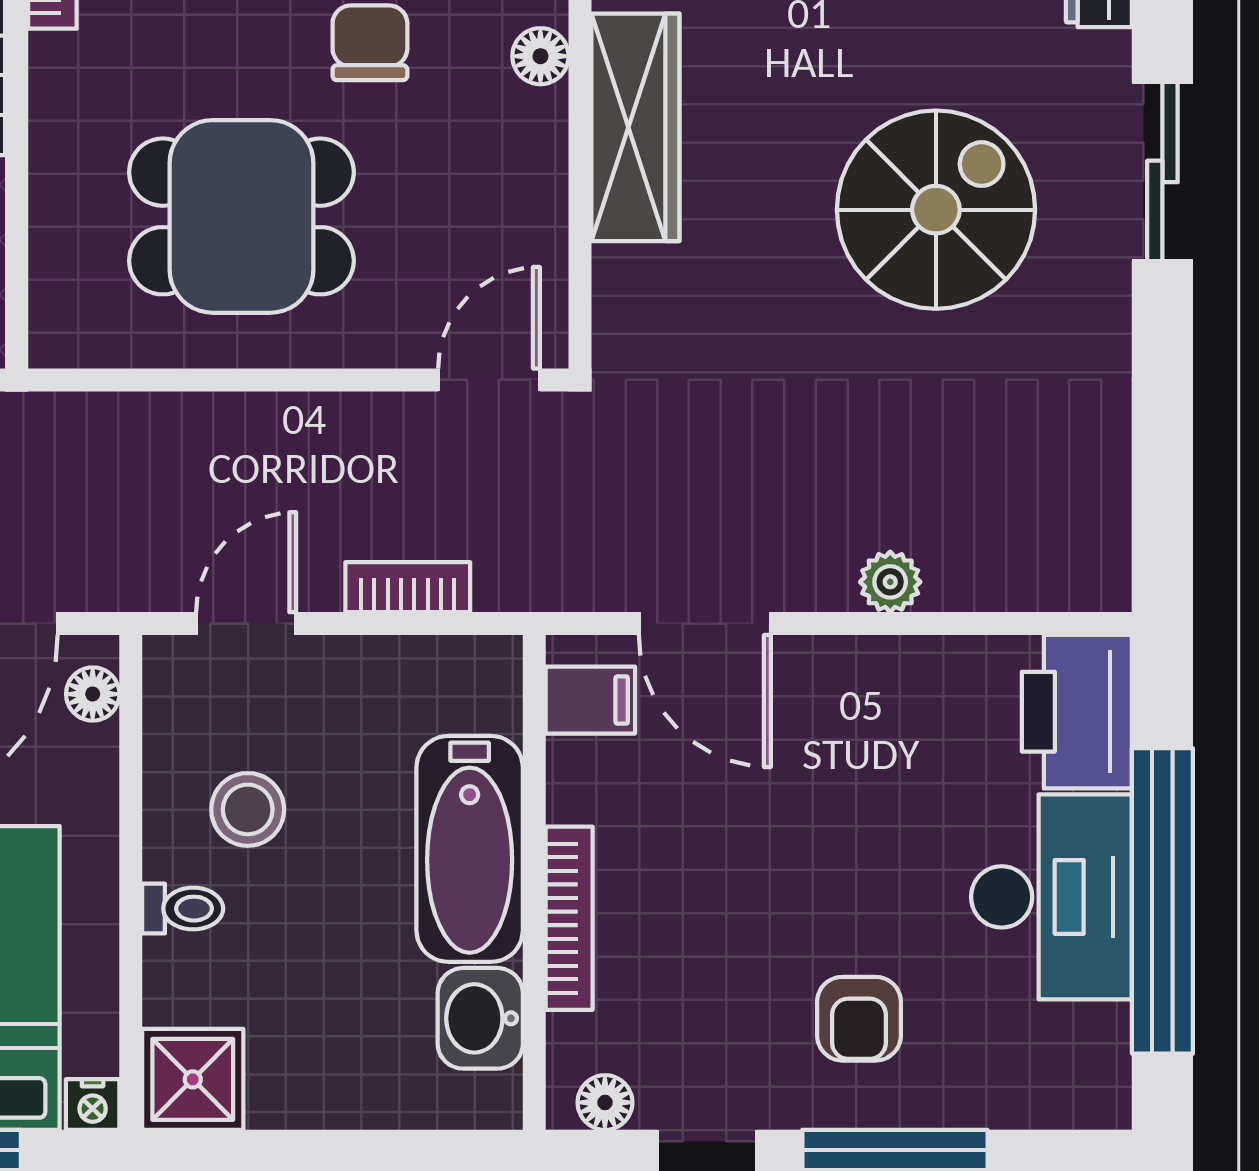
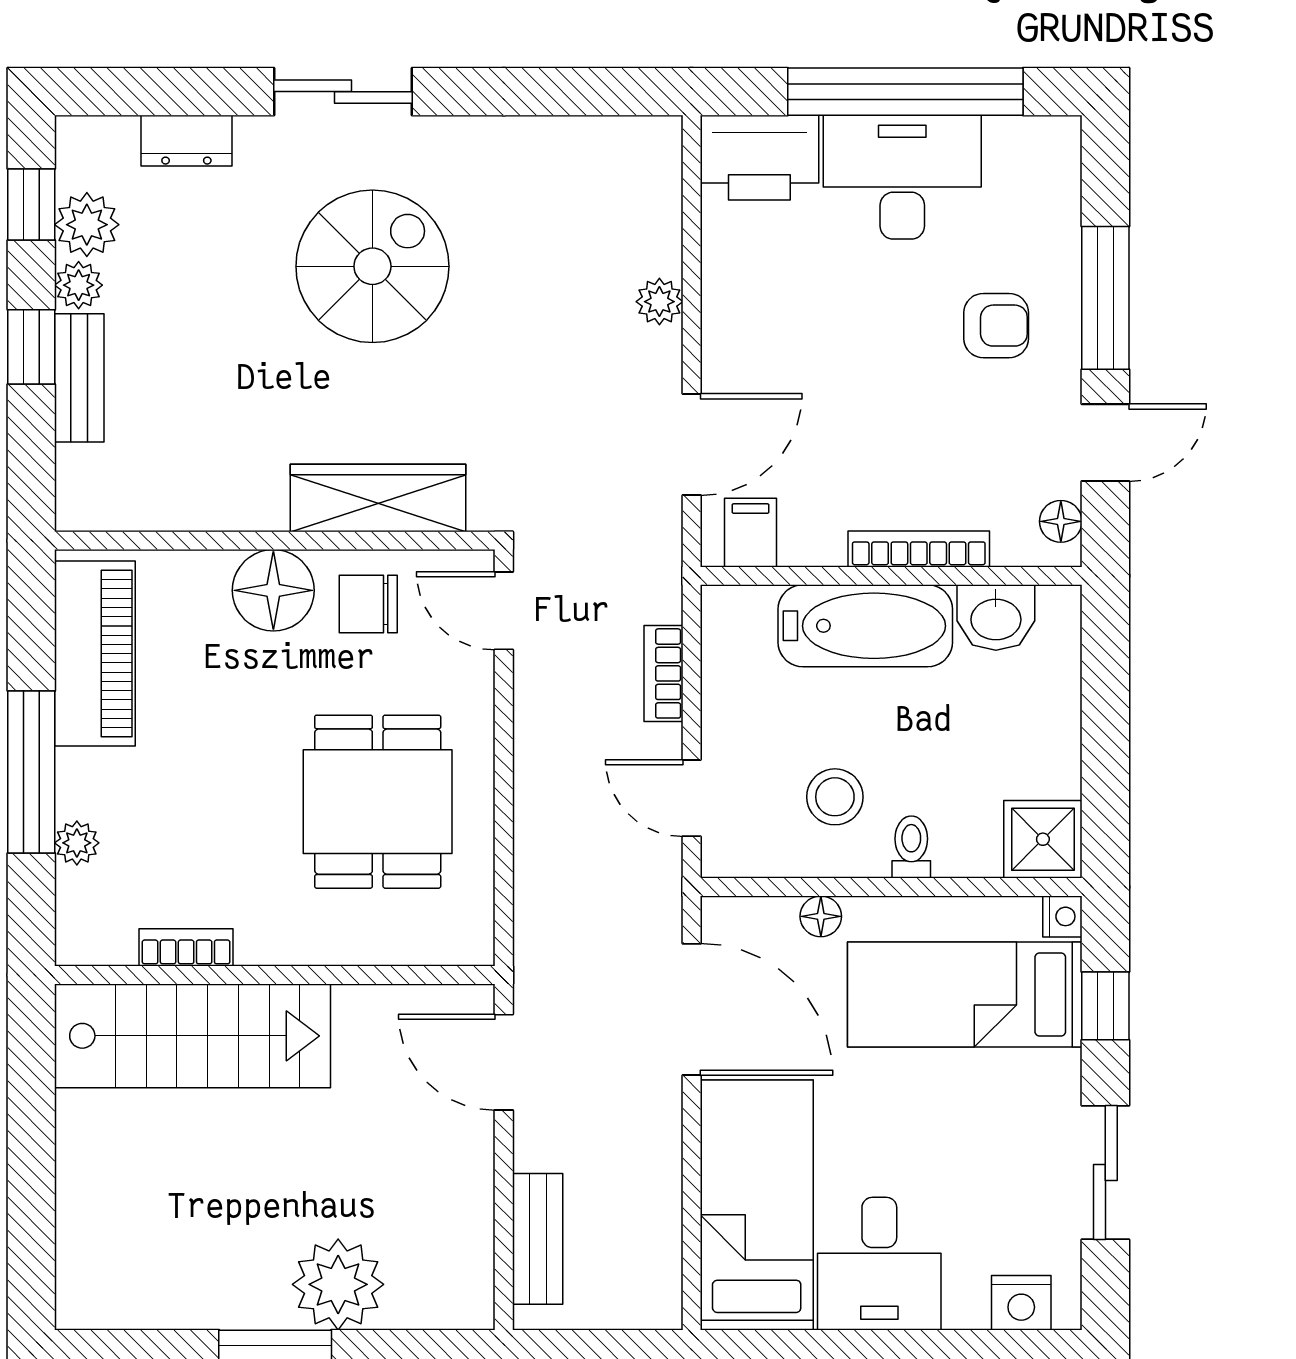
chair: (370, 43) -> (368, 604), moved
floor lamp: (540, 56) -> (273, 590), width x1.89, depth x1.89
wardrobe: (635, 127) -> (378, 498), moved
spiral stairs: (936, 210) -> (372, 266), turned 90
floor lamp: (93, 694) -> (821, 916), moved

